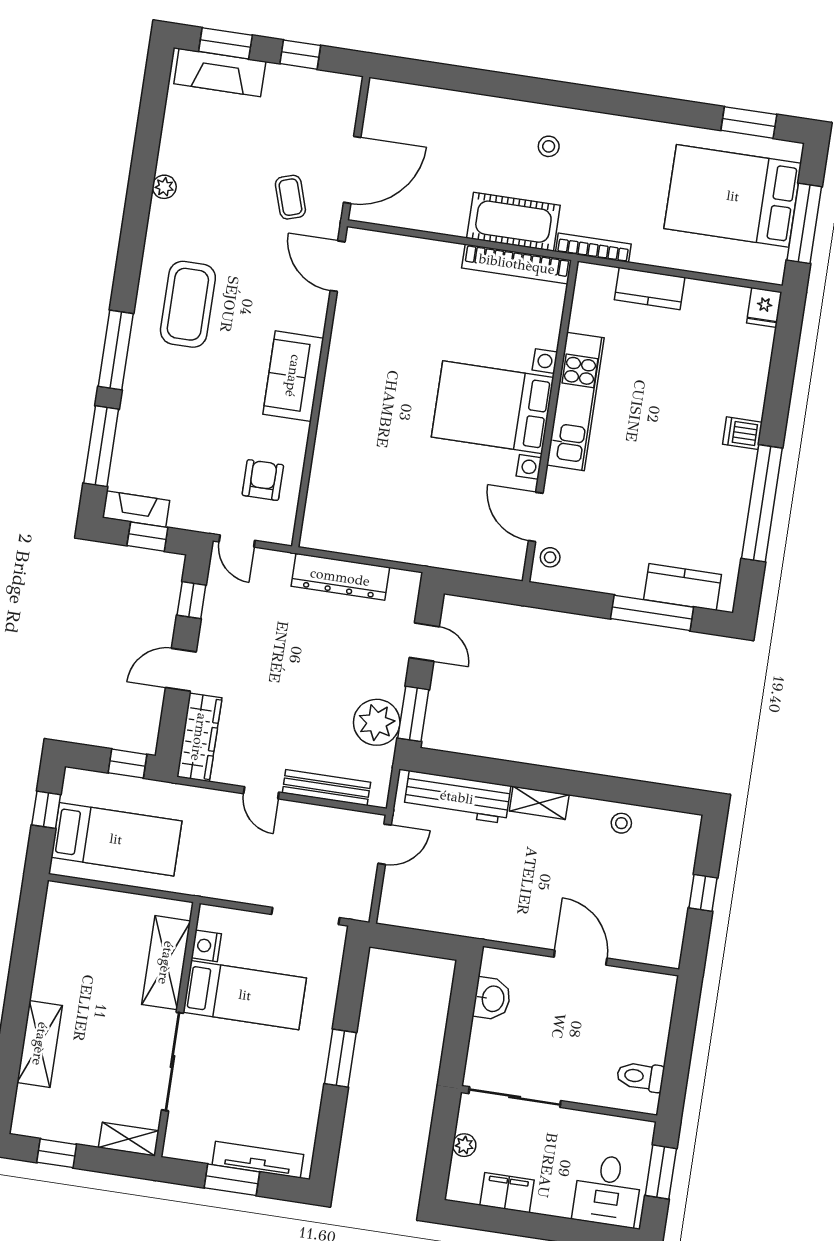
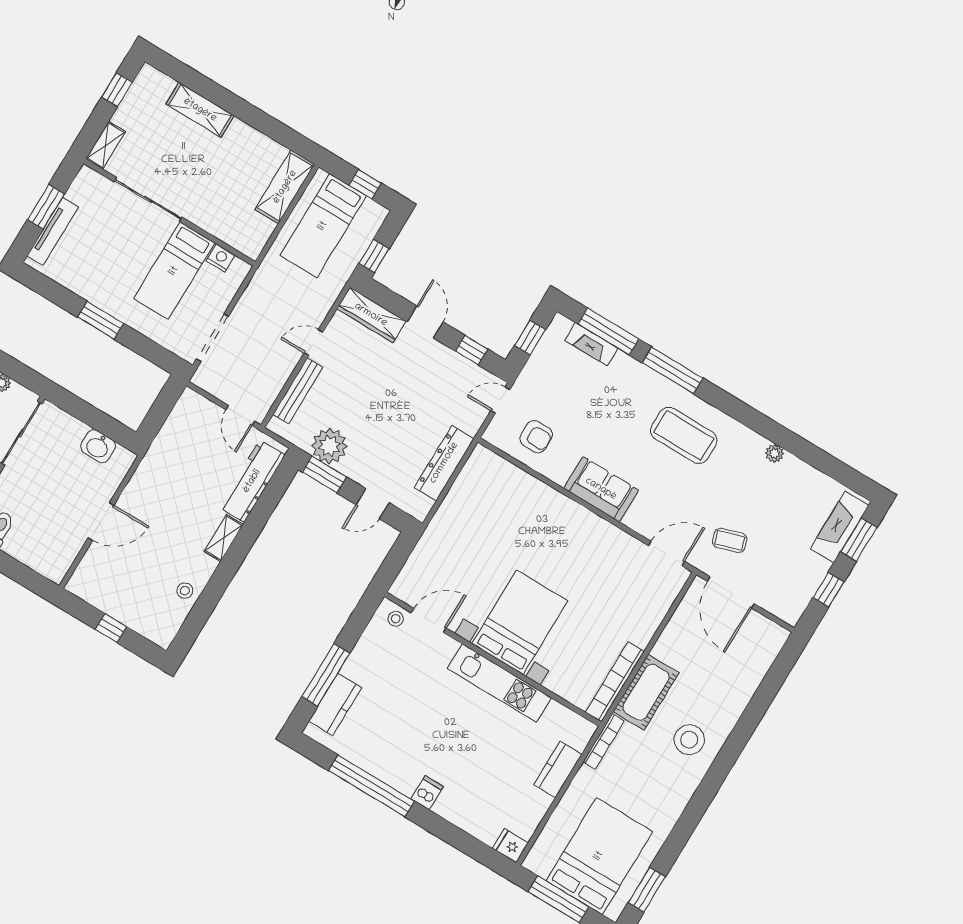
stool: (549, 146) -> (689, 740), width x1.89, depth x1.89
fireplace: (136, 509) -> (591, 344), moved, turned 90
shelving: (166, 963) -> (285, 187), moved, turned 90

